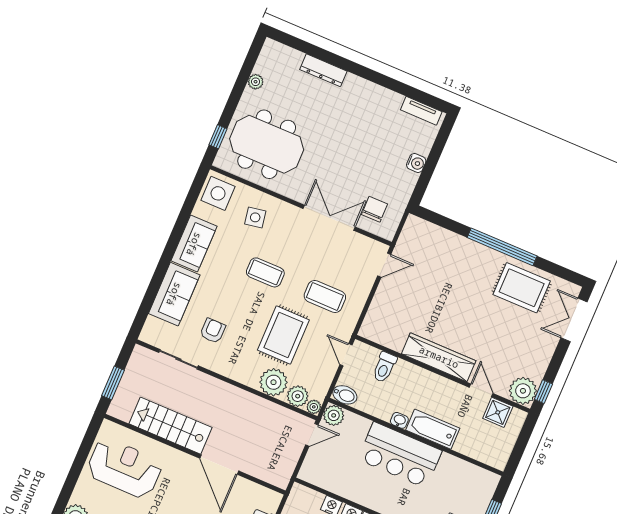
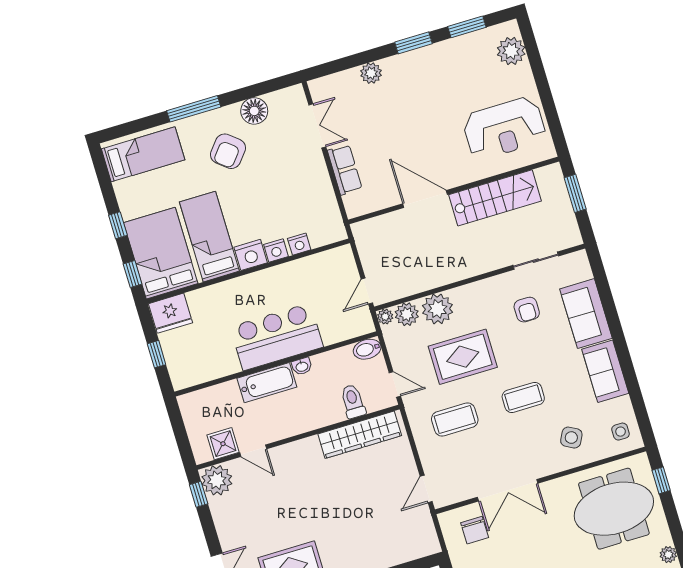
side table: (218, 193) -> (621, 432), width x0.54, depth x0.54
side table: (255, 217) -> (571, 438), turned 38
rug: (283, 335) -> (463, 357), turned 90
wardrobe: (439, 357) -> (360, 435), moved
plant: (334, 415) -> (362, 323), removed

